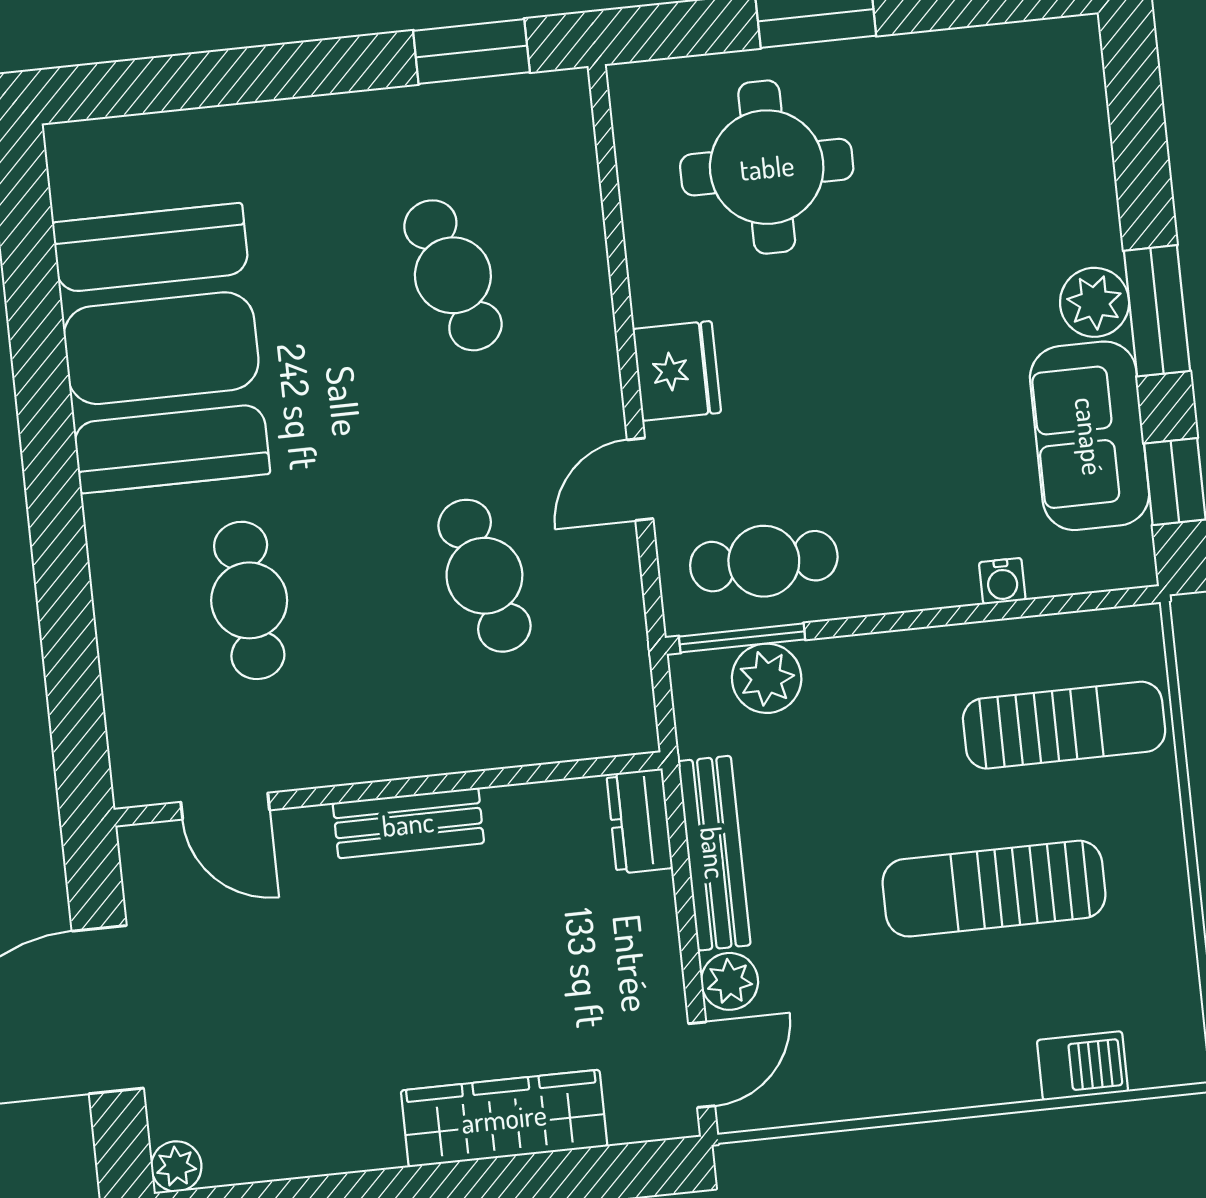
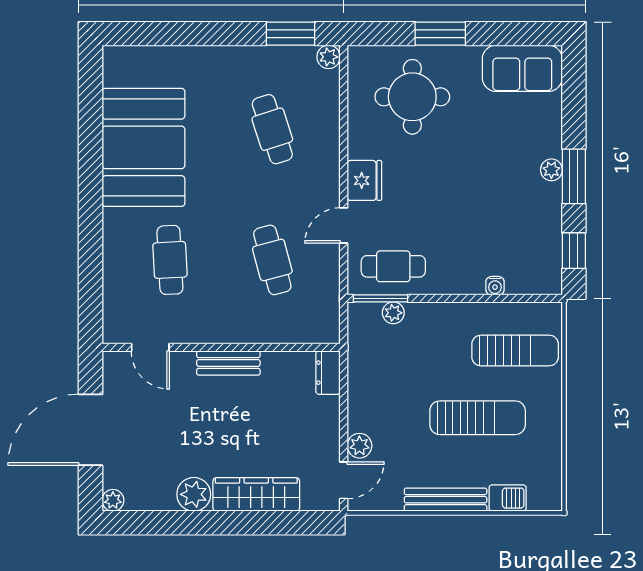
plant: (565, 96) -> (329, 57), added
plant: (1095, 302) -> (551, 170), width x0.73, depth x0.73
sofa: (1090, 436) -> (522, 68), moved, turned -90
plant: (767, 678) -> (393, 313), width x0.73, depth x0.73
bench: (714, 853) -> (446, 500), moved, turned 90
sun lounger: (994, 889) -> (478, 418), turned 180
plant: (361, 1133) -> (194, 494), added

